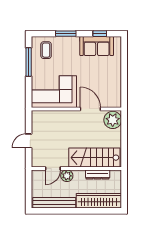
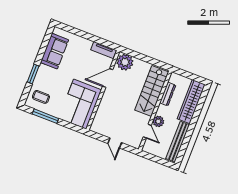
window: (100, 34) -> (45, 44), removed
tv unit: (117, 94) -> (104, 50), added

